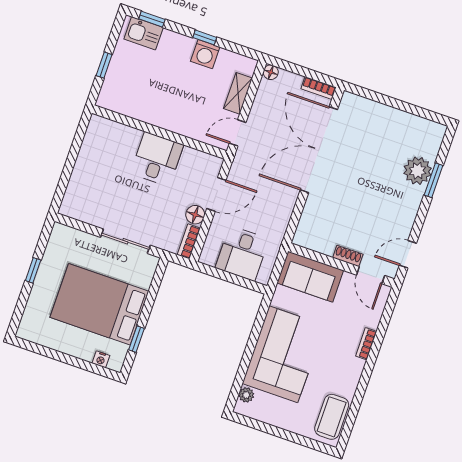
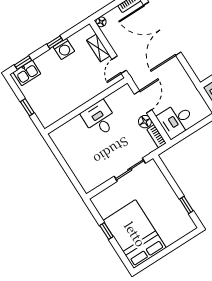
desk: (242, 253) -> (176, 120), moved, turned 90
bed: (99, 304) -> (135, 234), moved, turned 90
nightstand: (101, 359) -> (182, 232), removed

